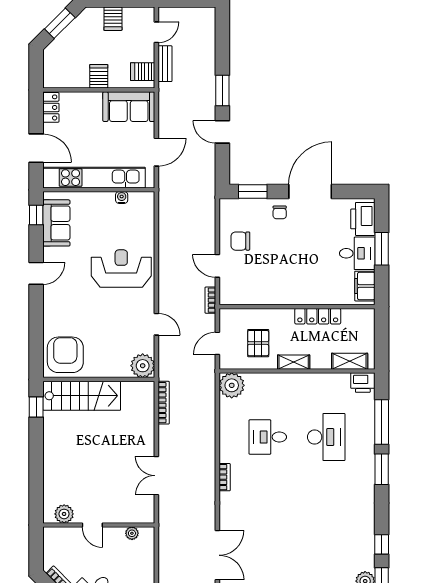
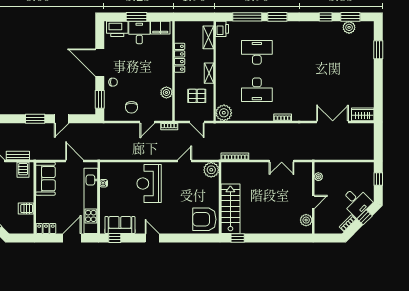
server rack: (99, 76) -> (26, 209), moved
plant: (263, 296) -> (166, 92), added
desk: (268, 437) -> (257, 90), width x1.37

